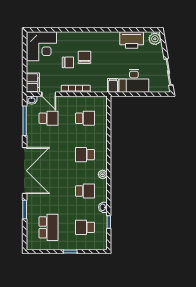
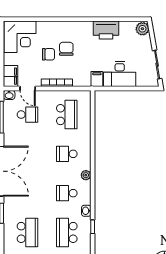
printer: (132, 40) -> (106, 30), moved
school desk: (85, 118) -> (67, 115), width x1.85
school desk: (85, 191) -> (67, 193), turned 180
school desk: (85, 227) -> (67, 232), width x1.85

